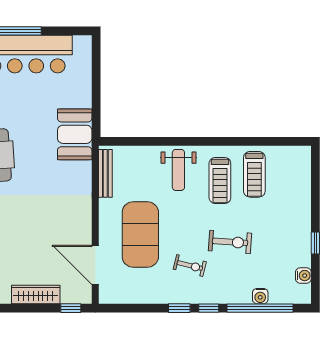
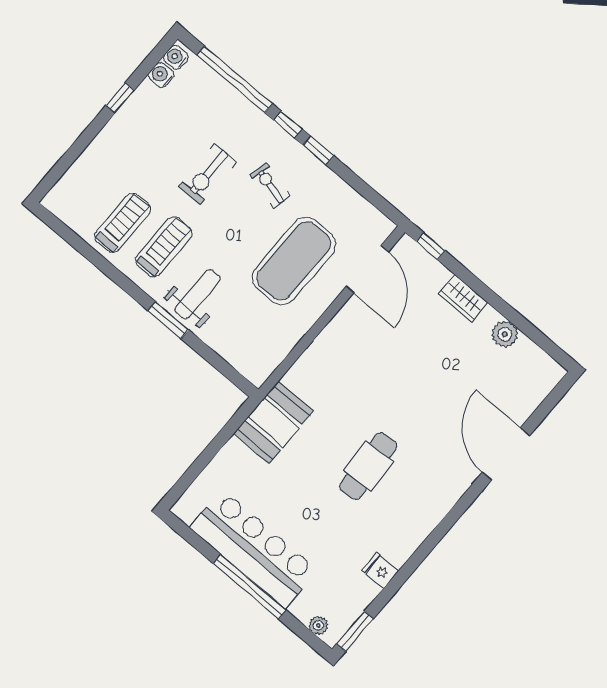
window: (182, 141) -> (168, 320), added
bench: (105, 173) -> (276, 355), removed
exercise bike: (230, 242) -> (207, 174), turned -94
wardrobe: (36, 294) -> (463, 298), width x0.67
water cooler: (260, 296) -> (176, 57), moved, turned -90

